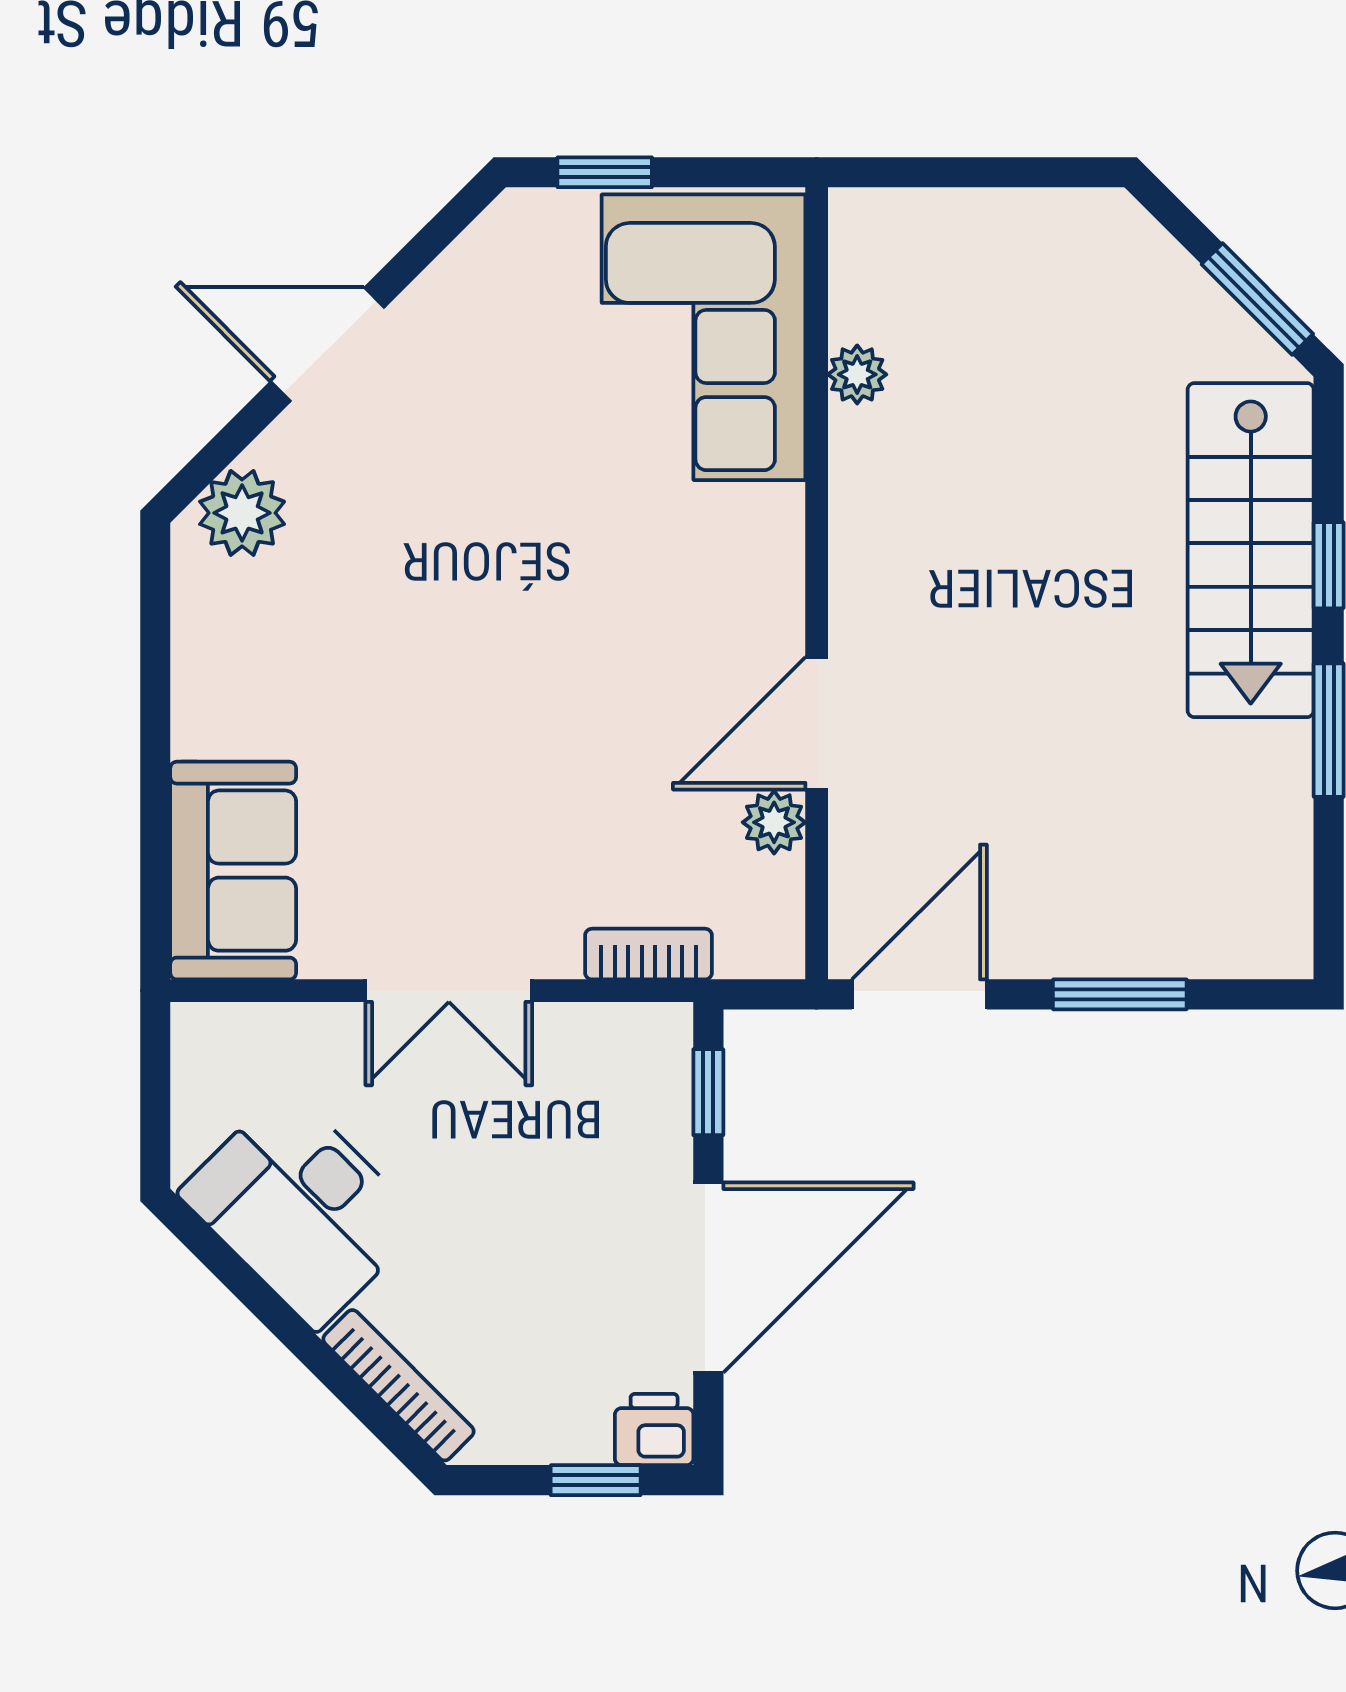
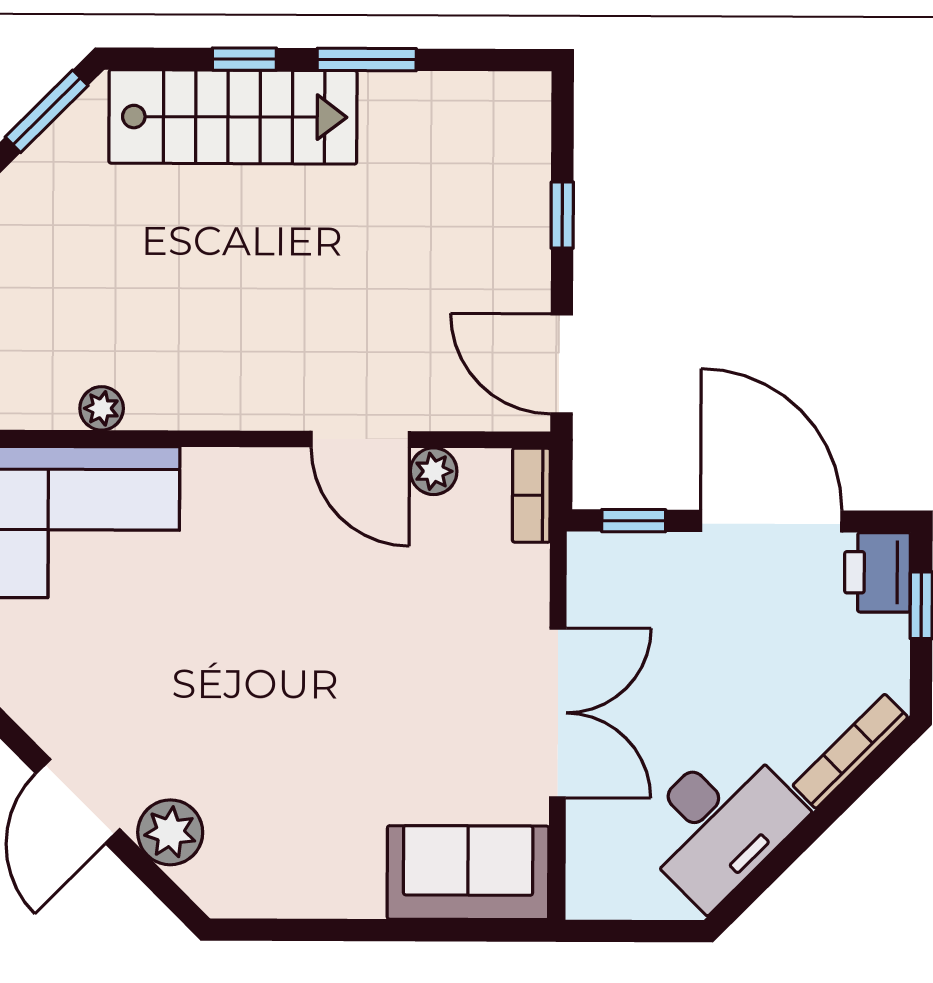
plant: (242, 513) -> (170, 832), moved
bookcase: (649, 954) -> (531, 495), moved
double door: (449, 991) -> (558, 713), width x1.37
window: (1120, 994) -> (562, 215), width x0.67
printer: (654, 1430) -> (877, 572), width x1.36, depth x1.24

